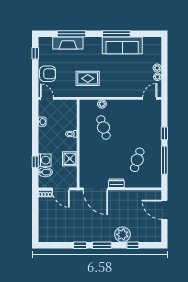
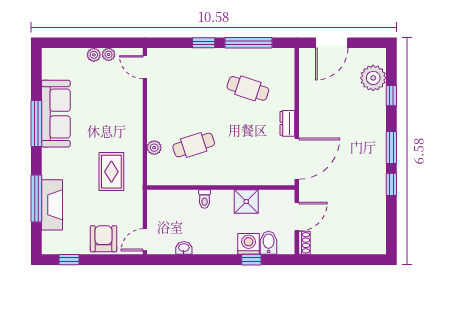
plant: (122, 234) -> (373, 78), moved

